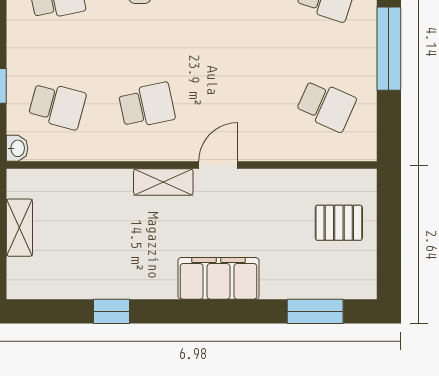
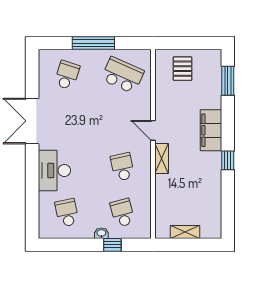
school desk: (57, 105) -> (122, 213), turned -30
school desk: (326, 105) -> (122, 75), width x1.85
washbasin: (17, 148) -> (101, 233), moved
window: (111, 311) -> (228, 160), moved

